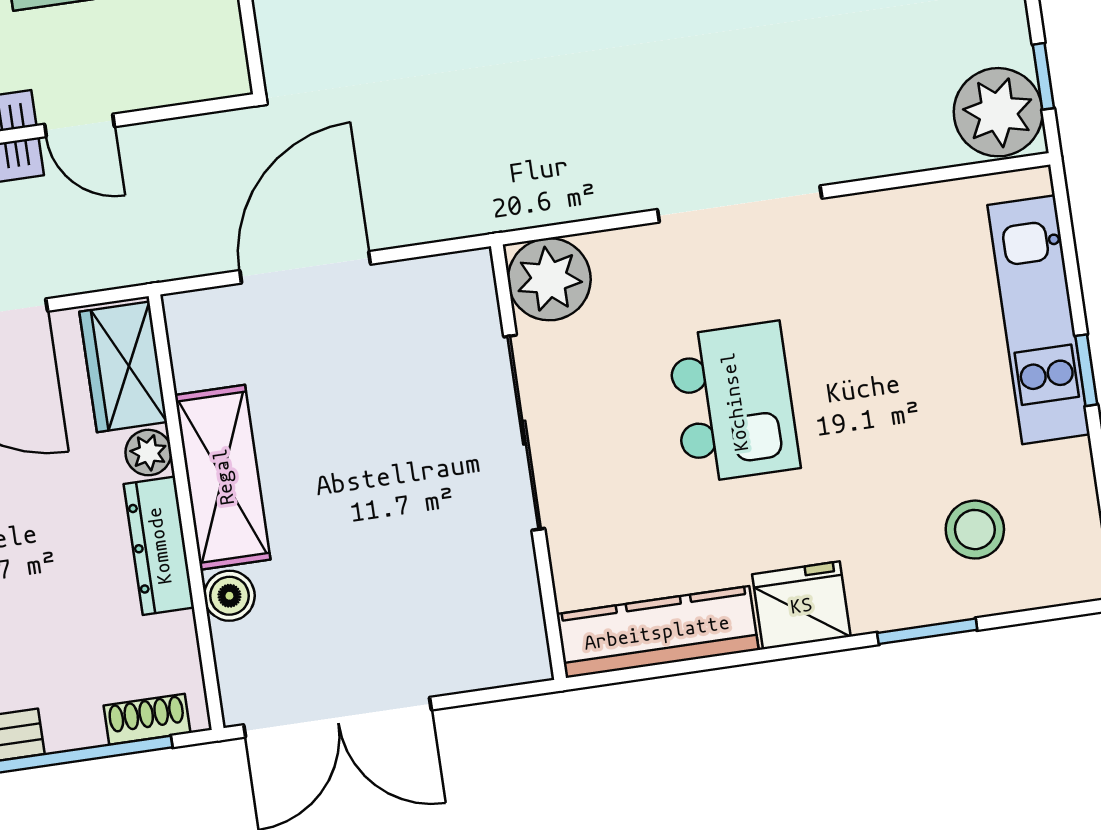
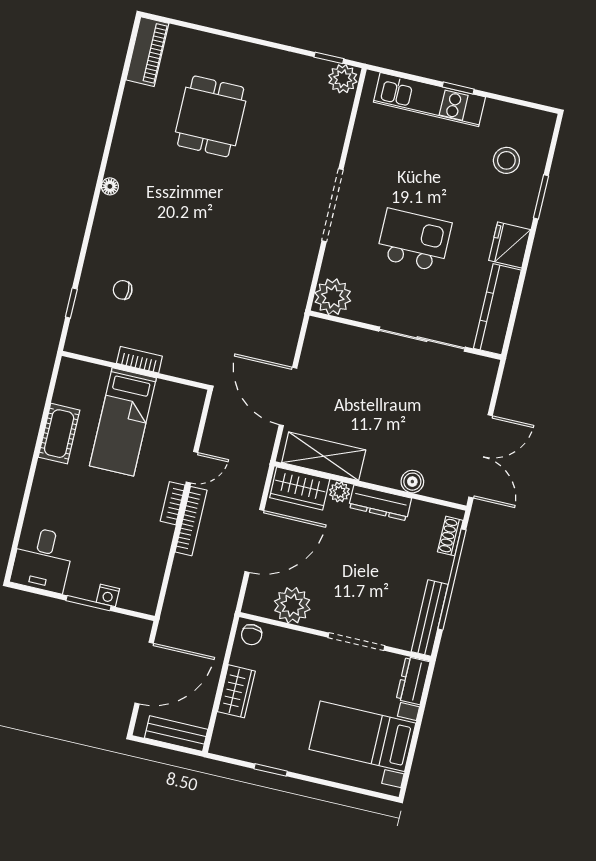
plant: (998, 112) -> (343, 79), width x0.73, depth x0.73
sliding door: (524, 433) -> (422, 339), moved
shelving: (223, 477) -> (324, 456), moved

